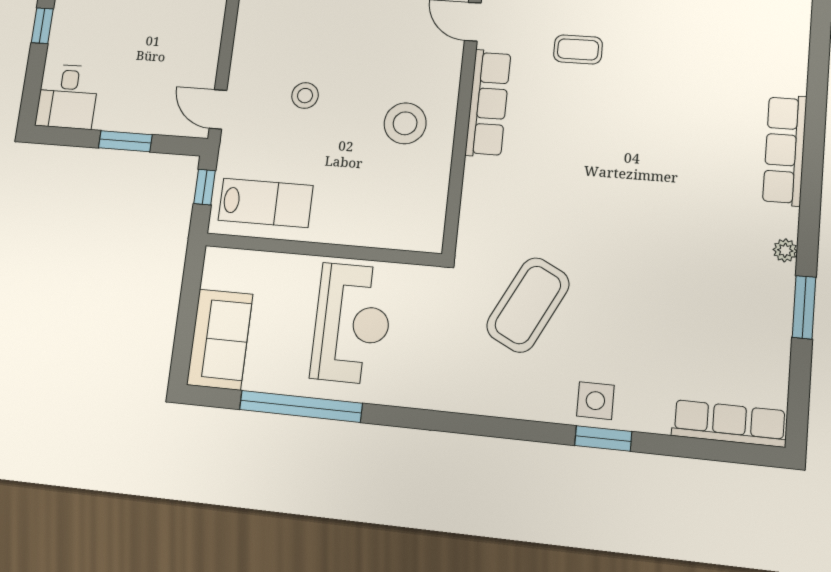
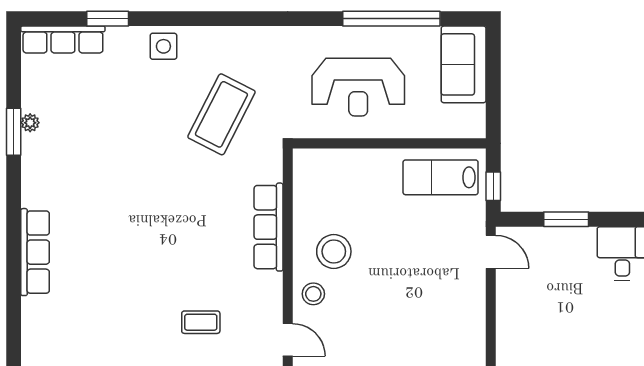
stool: (305, 96) -> (313, 294), moved
row of seats: (488, 103) -> (268, 227), moved
plant: (785, 250) -> (30, 123), moved
reception desk: (352, 323) -> (358, 87), turned -90
window: (603, 438) -> (108, 19), moved

